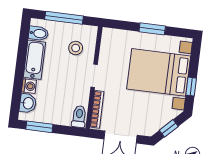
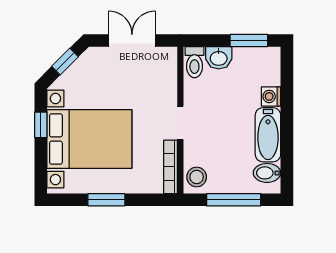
stool: (76, 48) -> (197, 177), moved
washbasin: (28, 103) -> (219, 58), moved, turned -90
bookcase: (97, 109) -> (170, 167), moved

